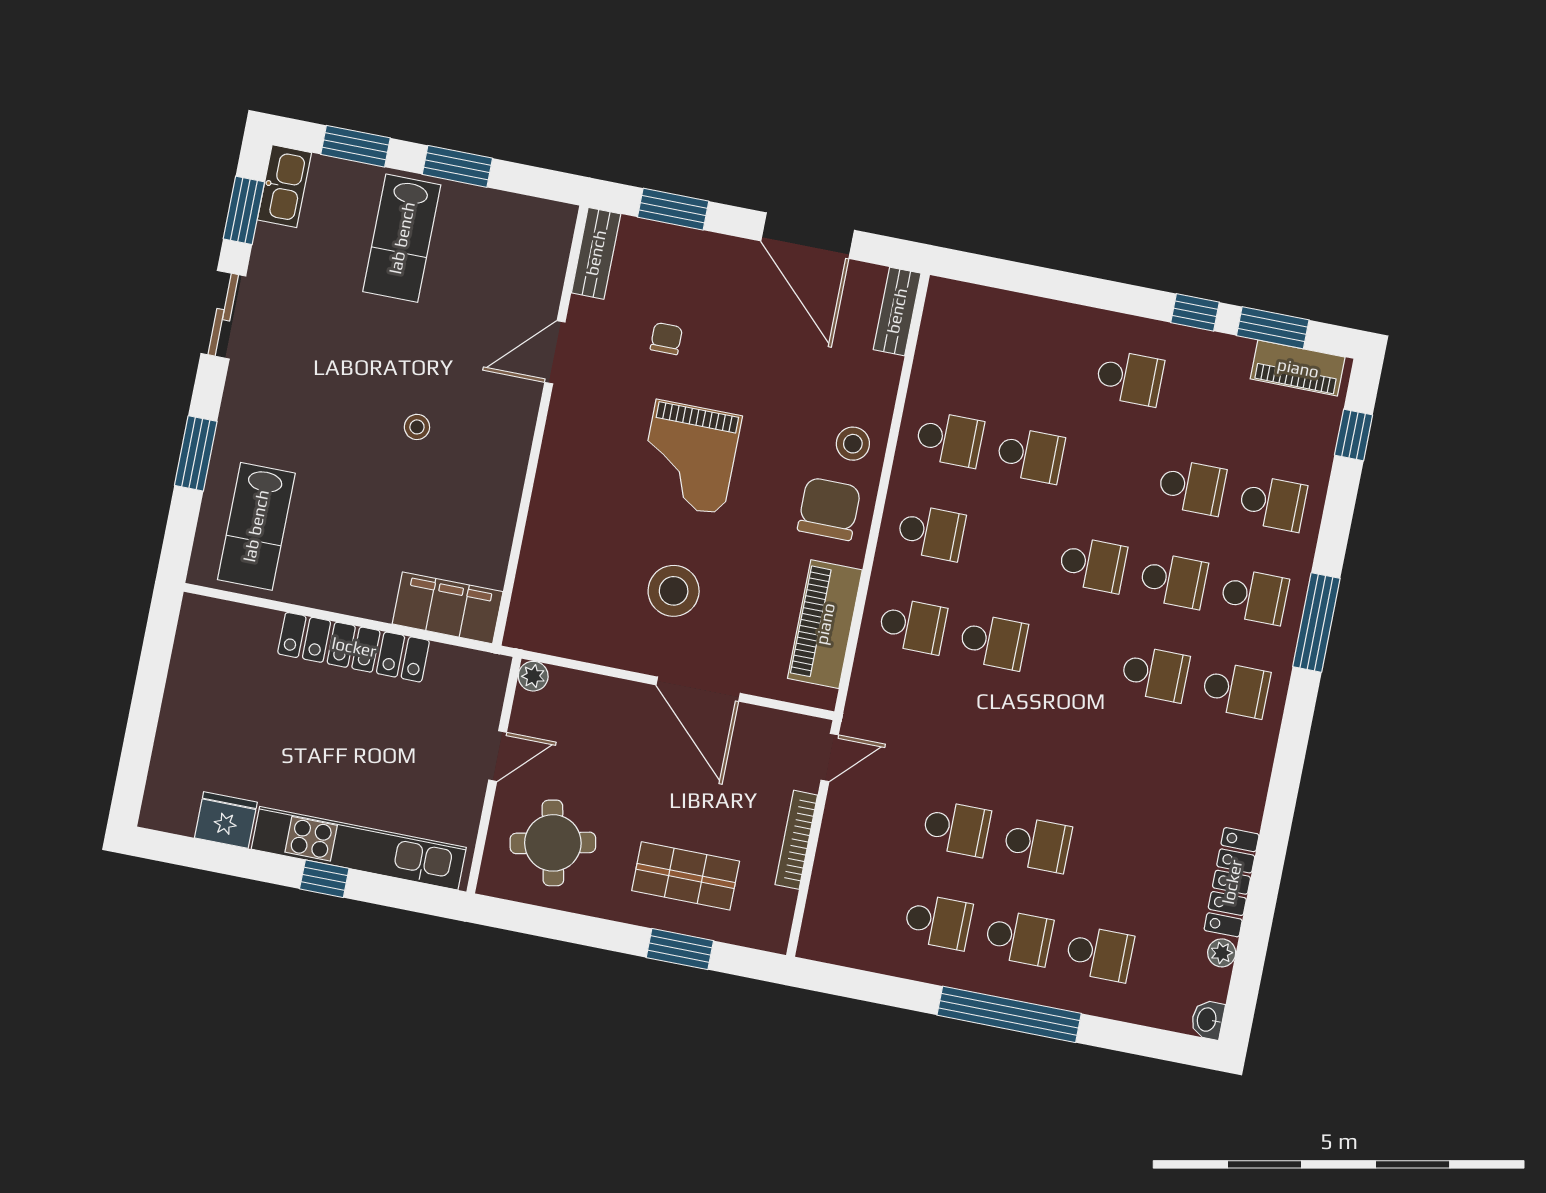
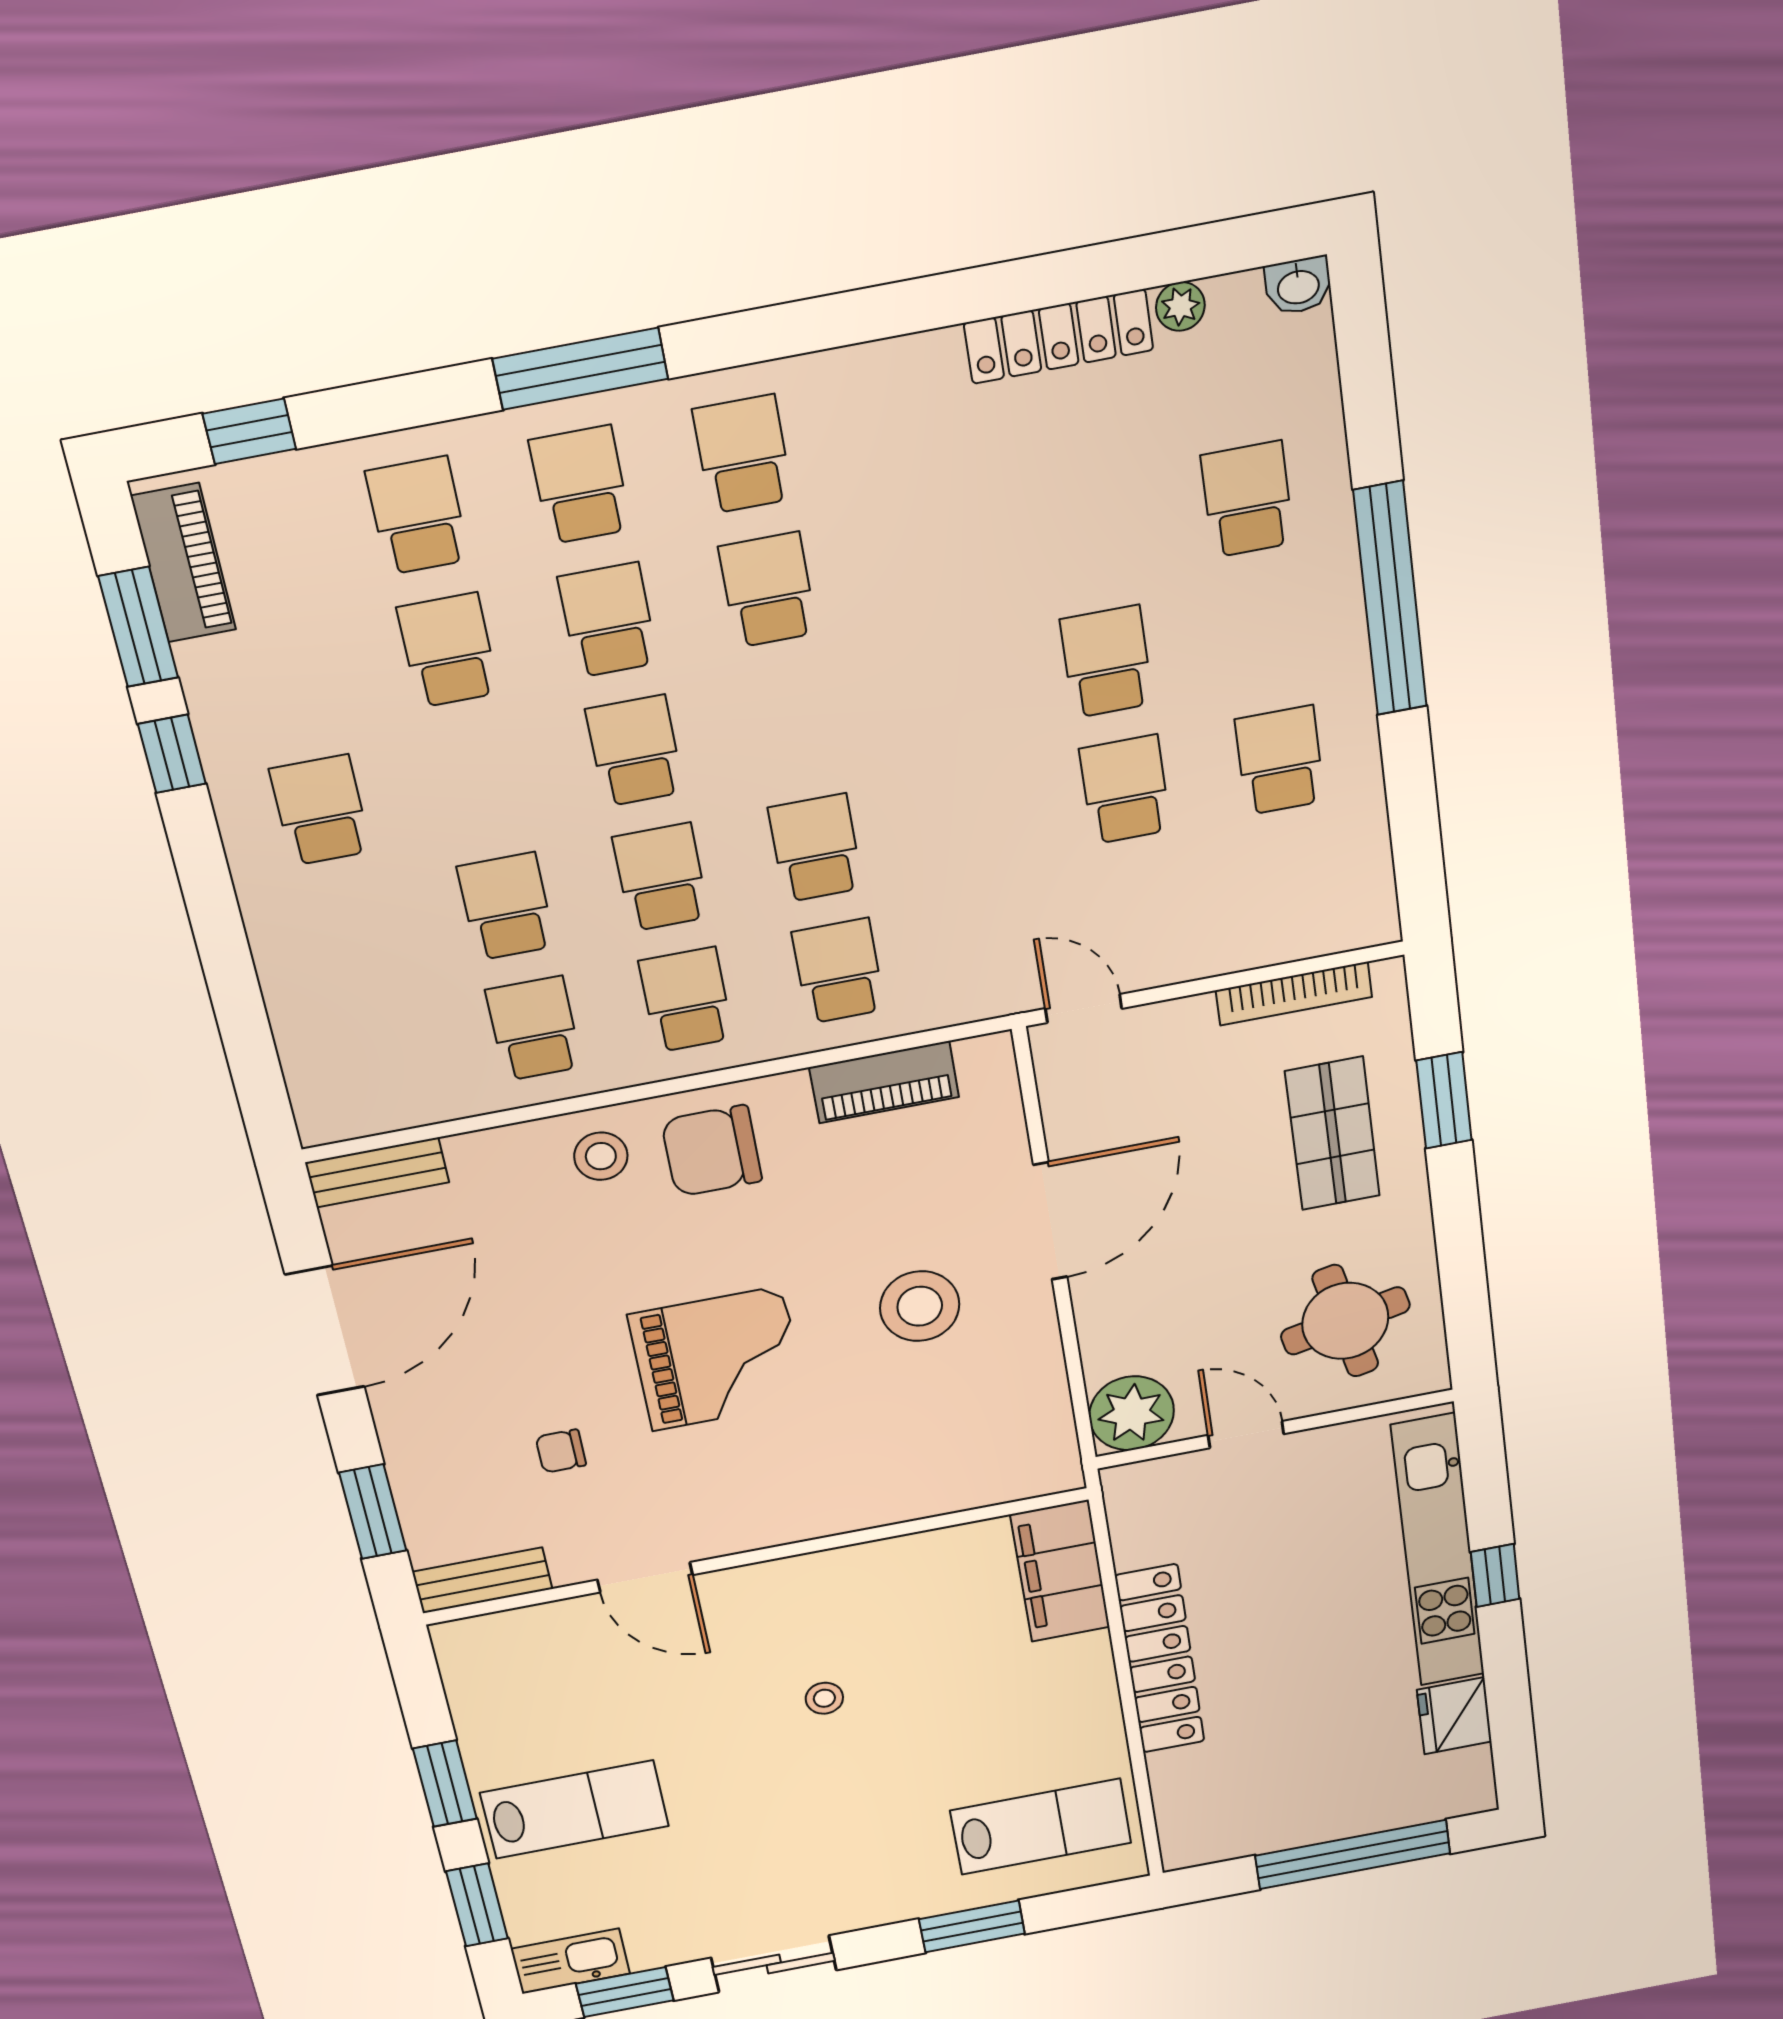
piano: (825, 624) -> (884, 1082), width x0.73, depth x0.75
plant: (533, 676) -> (1132, 1413), width x1.88, depth x1.88
window: (143, 720) -> (1353, 1854), added
bookcase: (796, 840) -> (1294, 994), moved
school desk: (1019, 938) -> (661, 877), moved

